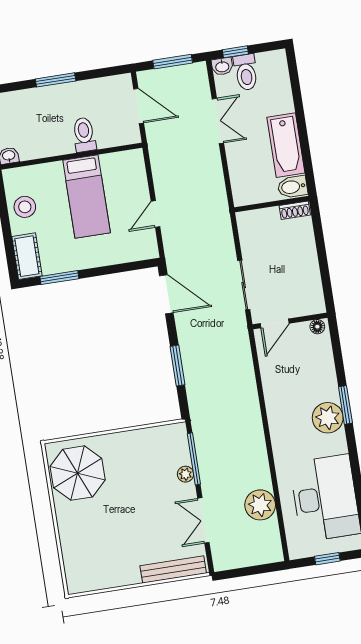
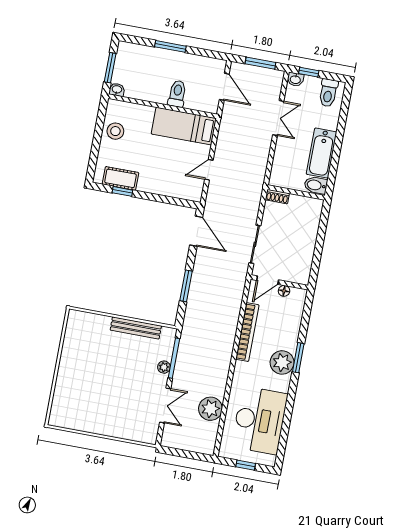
toilet: (246, 72) -> (328, 93), moved
bed: (87, 197) -> (184, 126), moved, turned 90
shoe rack: (295, 210) -> (277, 197), moved
cot: (27, 256) -> (120, 178), moved, turned 90
window: (59, 278) -> (122, 191), width x0.67
floor lamp: (317, 327) -> (284, 291), moved
bookcase: (272, 395) -> (247, 332), added
parasol: (78, 473) -> (86, 339), removed
double door: (203, 520) -> (165, 405), swing flipped
bench: (173, 569) -> (136, 328), moved

